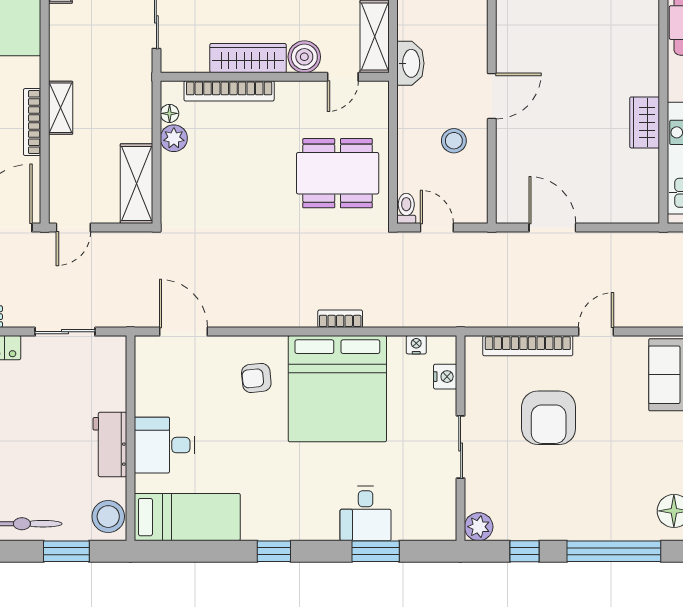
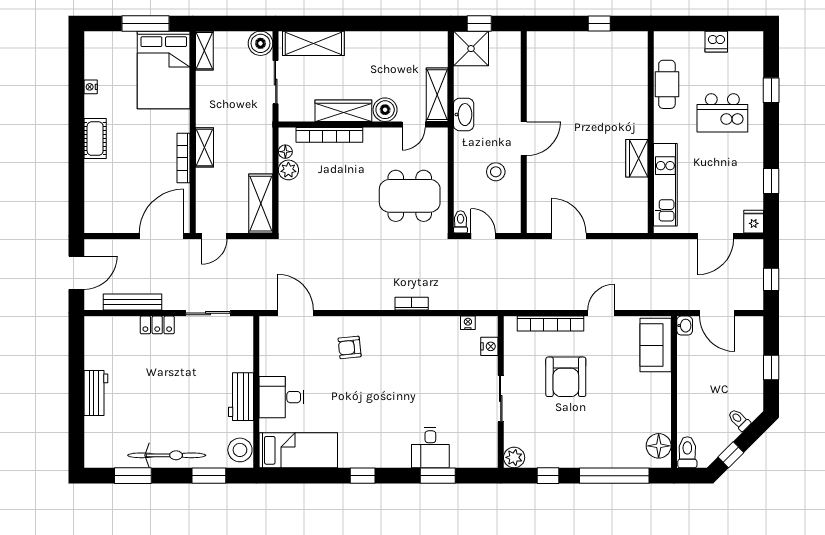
bed: (337, 389) -> (410, 355), removed

